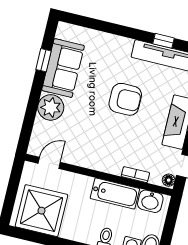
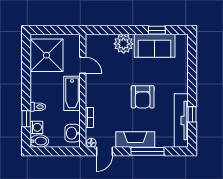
door: (49, 163) -> (83, 65), moved
bathtub: (115, 193) -> (72, 93), moved

